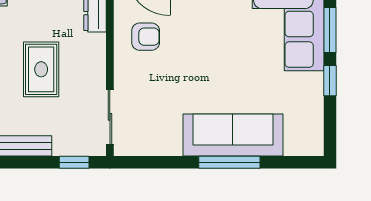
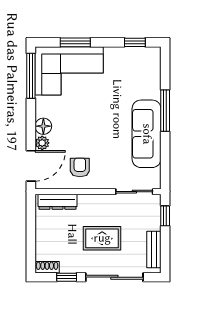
window: (330, 81) -> (135, 42), moved
sofa: (233, 135) -> (147, 134), moved

